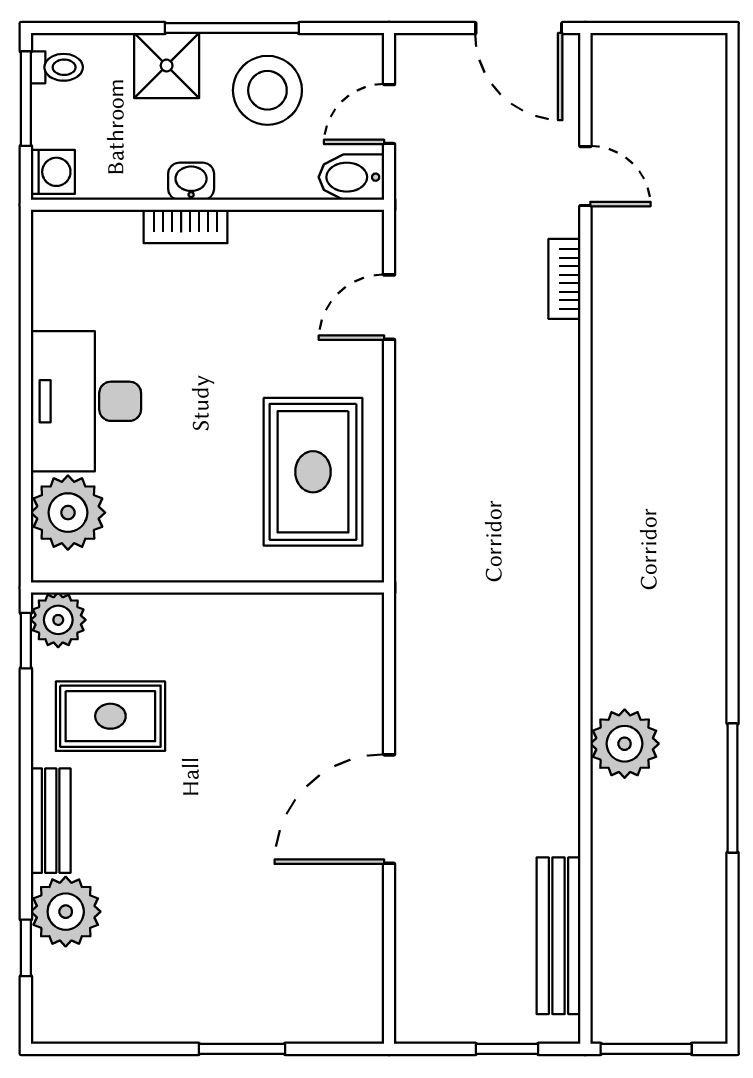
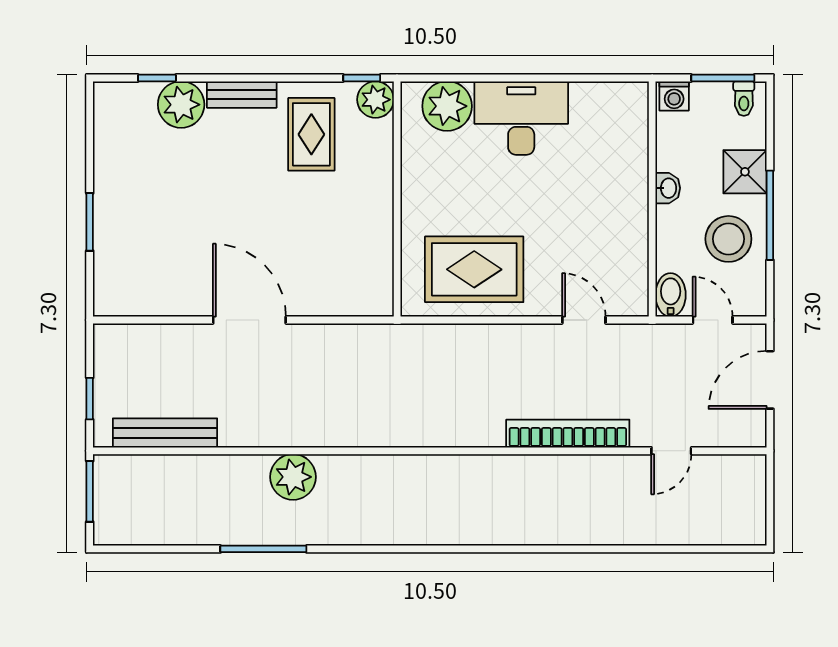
door: (519, 28) -> (770, 380), moved
bookcase: (186, 226) -> (638, 184), removed
bookcase: (564, 279) -> (568, 434), width x2.31, depth x1.31

